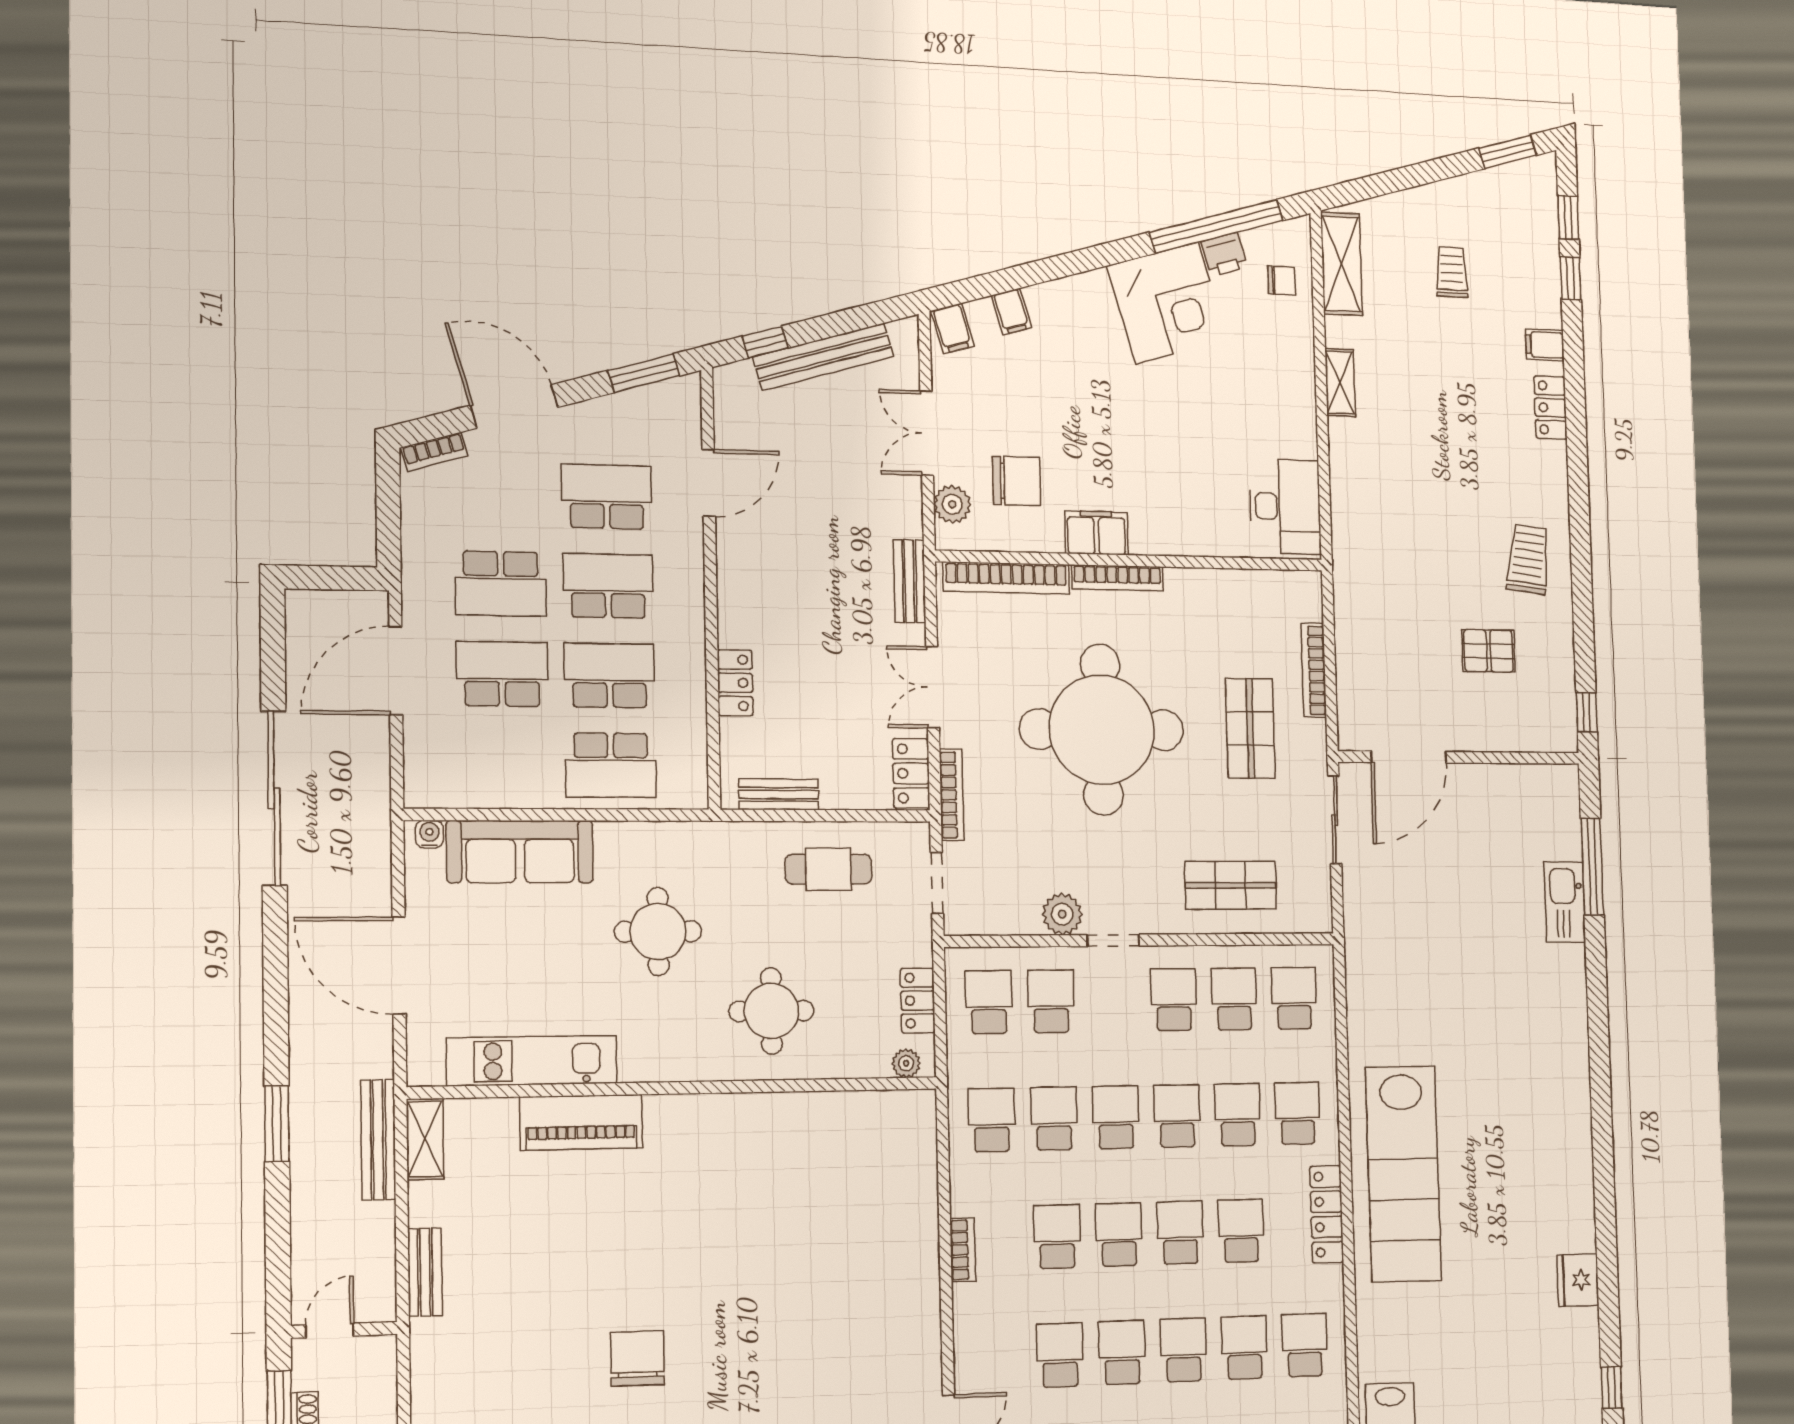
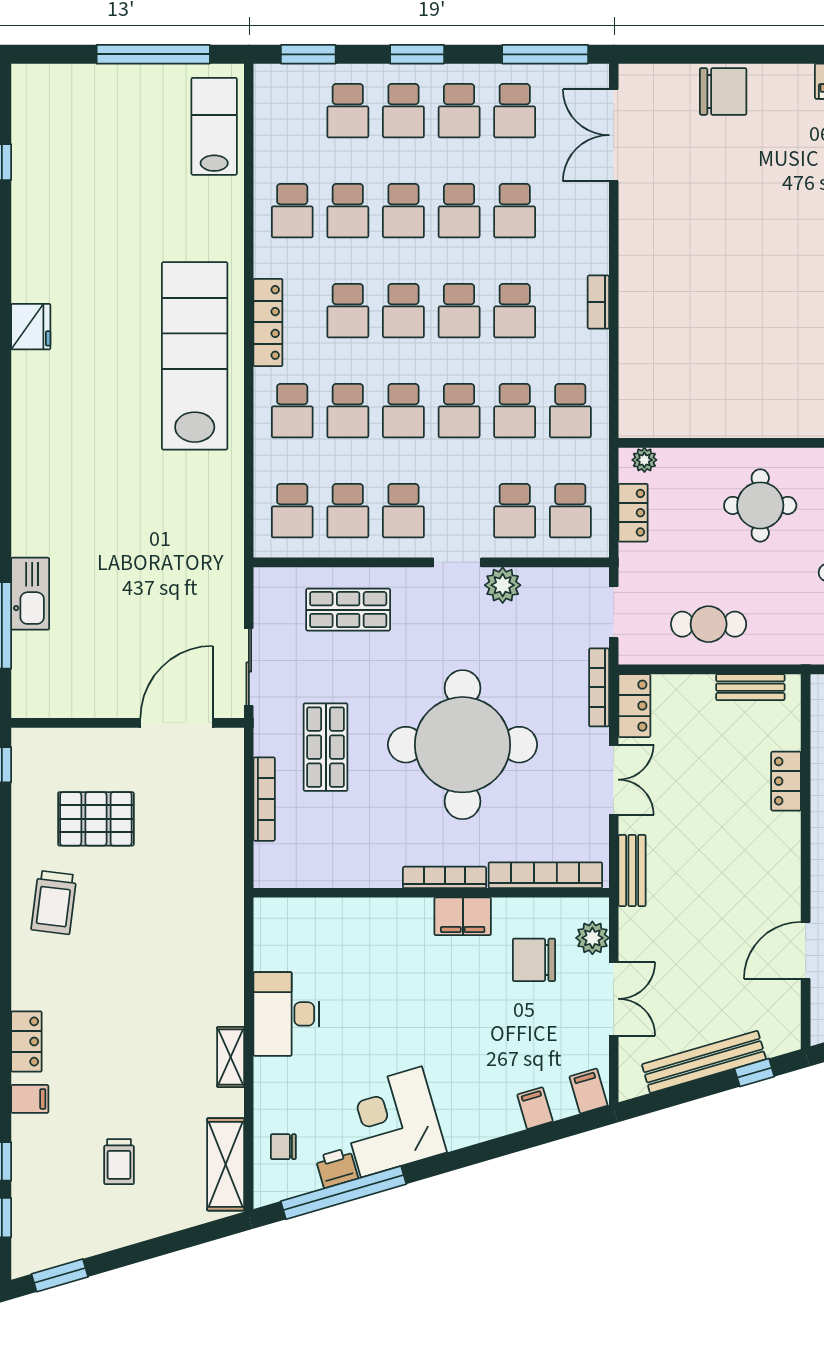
desk: (1285, 506) -> (286, 1014), moved
pallet: (1489, 651) -> (96, 819), width x1.50, depth x1.42
fridge: (1578, 1280) -> (31, 327), moved

